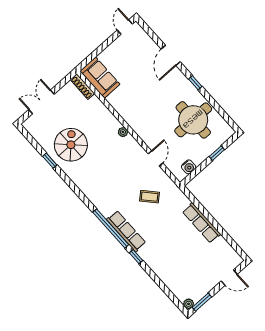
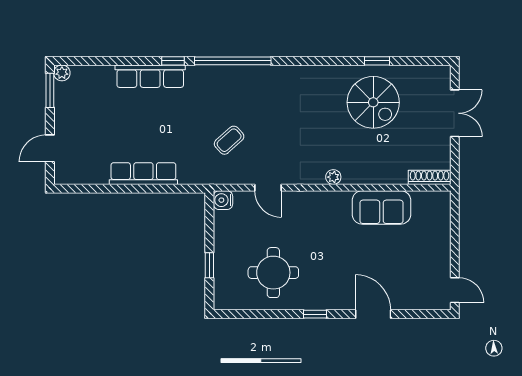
sofa: (100, 78) -> (381, 207), moved
round table: (193, 120) -> (273, 273), width x0.73, depth x0.73
water cooler: (189, 167) -> (223, 200), moved
row of seats: (126, 231) -> (150, 76), moved

